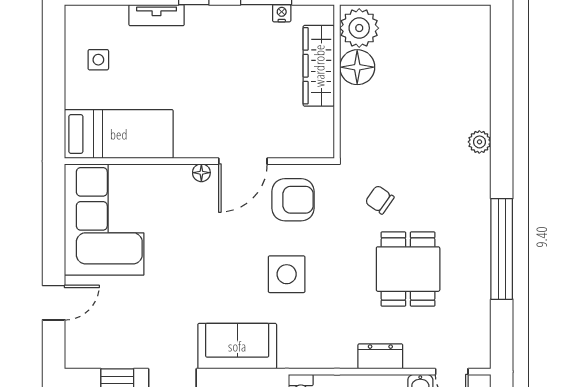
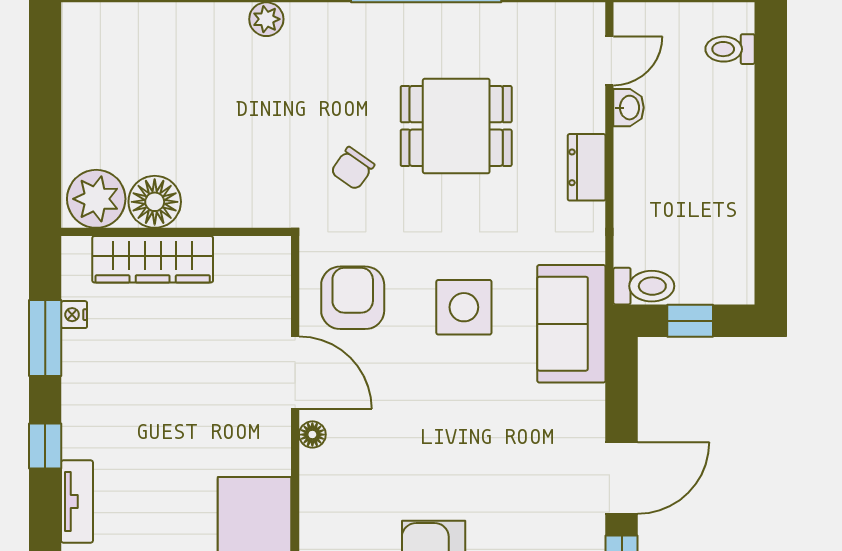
sofa: (237, 346) -> (571, 324), moved

